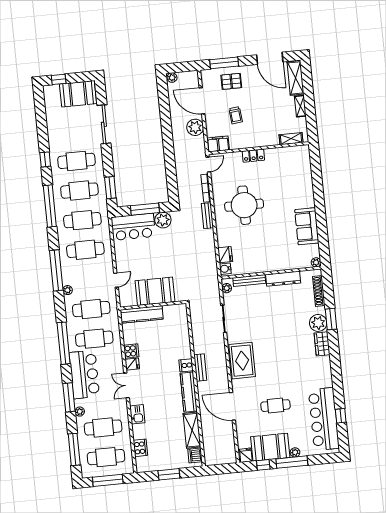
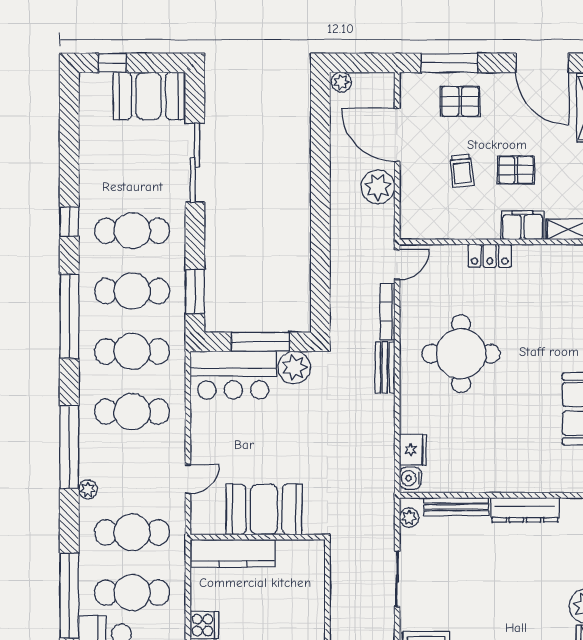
pallet: (262, 112) -> (516, 170), added
filing cabinet: (218, 144) -> (523, 225), moved

